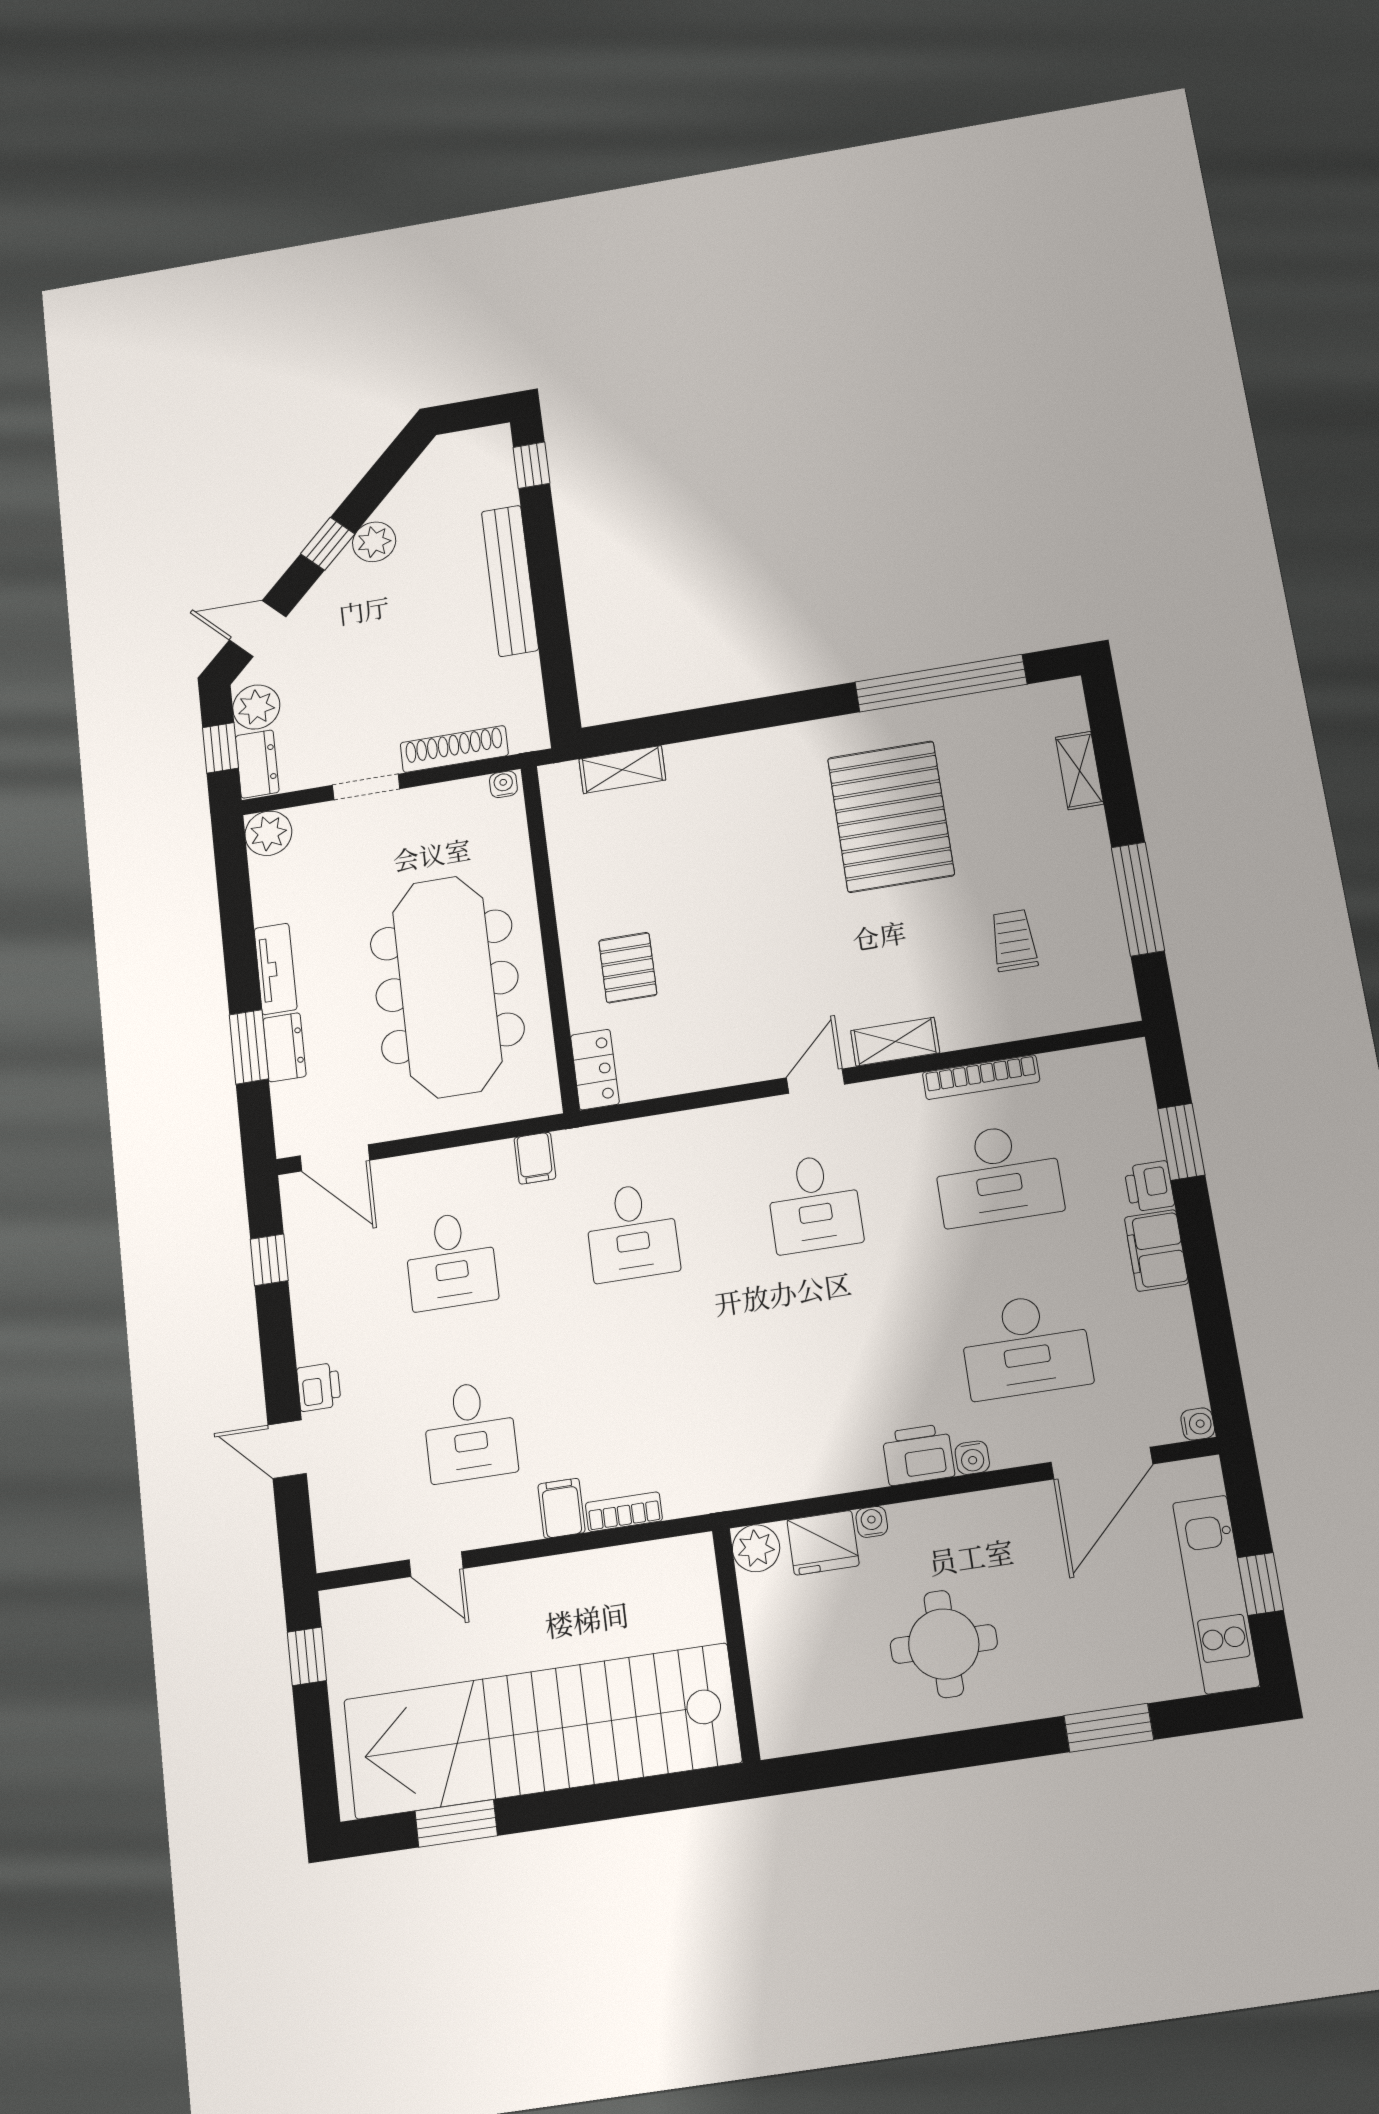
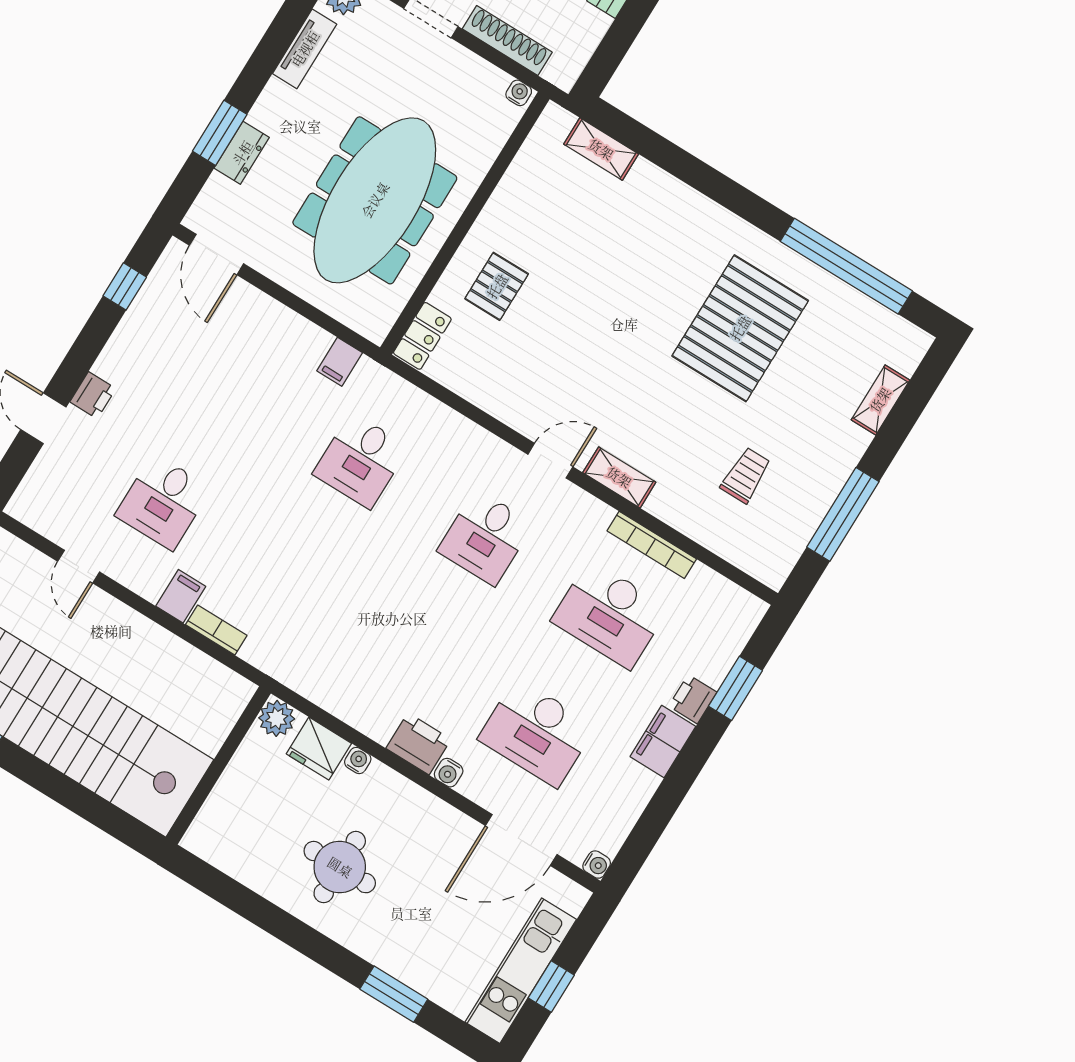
tv unit: (275, 969) -> (305, 49), moved
desk: (451, 1261) -> (236, 384), removed

